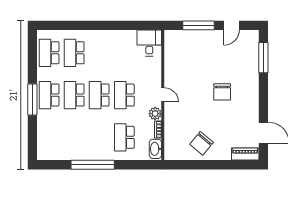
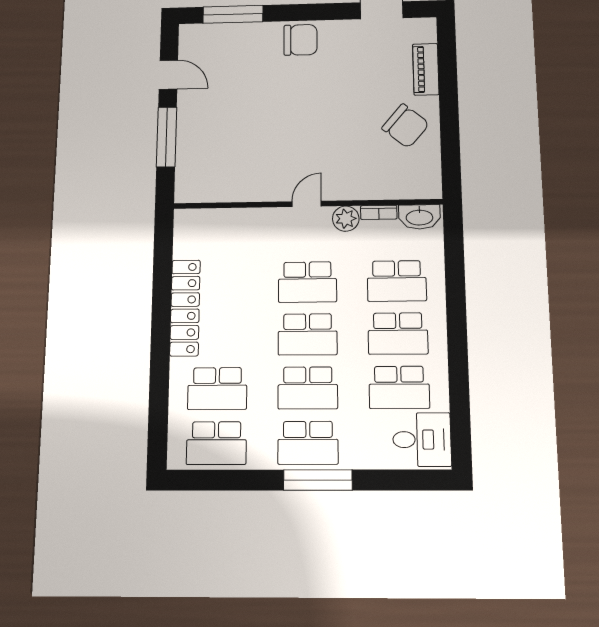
locker: (113, 37) -> (185, 308), added
desk: (149, 43) -> (422, 440), moved, turned 180
chair: (222, 92) -> (301, 40), moved
school desk: (74, 137) -> (399, 387), added
school desk: (99, 137) -> (398, 333), added
piano: (245, 154) -> (426, 69), moved
window: (93, 165) -> (458, 347), removed

